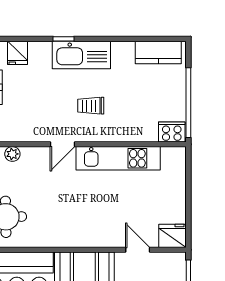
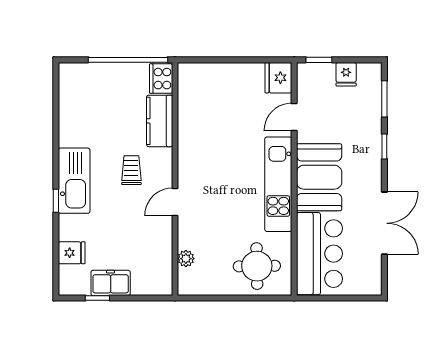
kitchen counter: (158, 52) -> (160, 121), moved, turned 180
trolley: (91, 106) -> (131, 170), turned 180
door: (62, 144) -> (175, 202), swing flipped
kitchen unit: (118, 158) -> (278, 184), moved, turned 180

